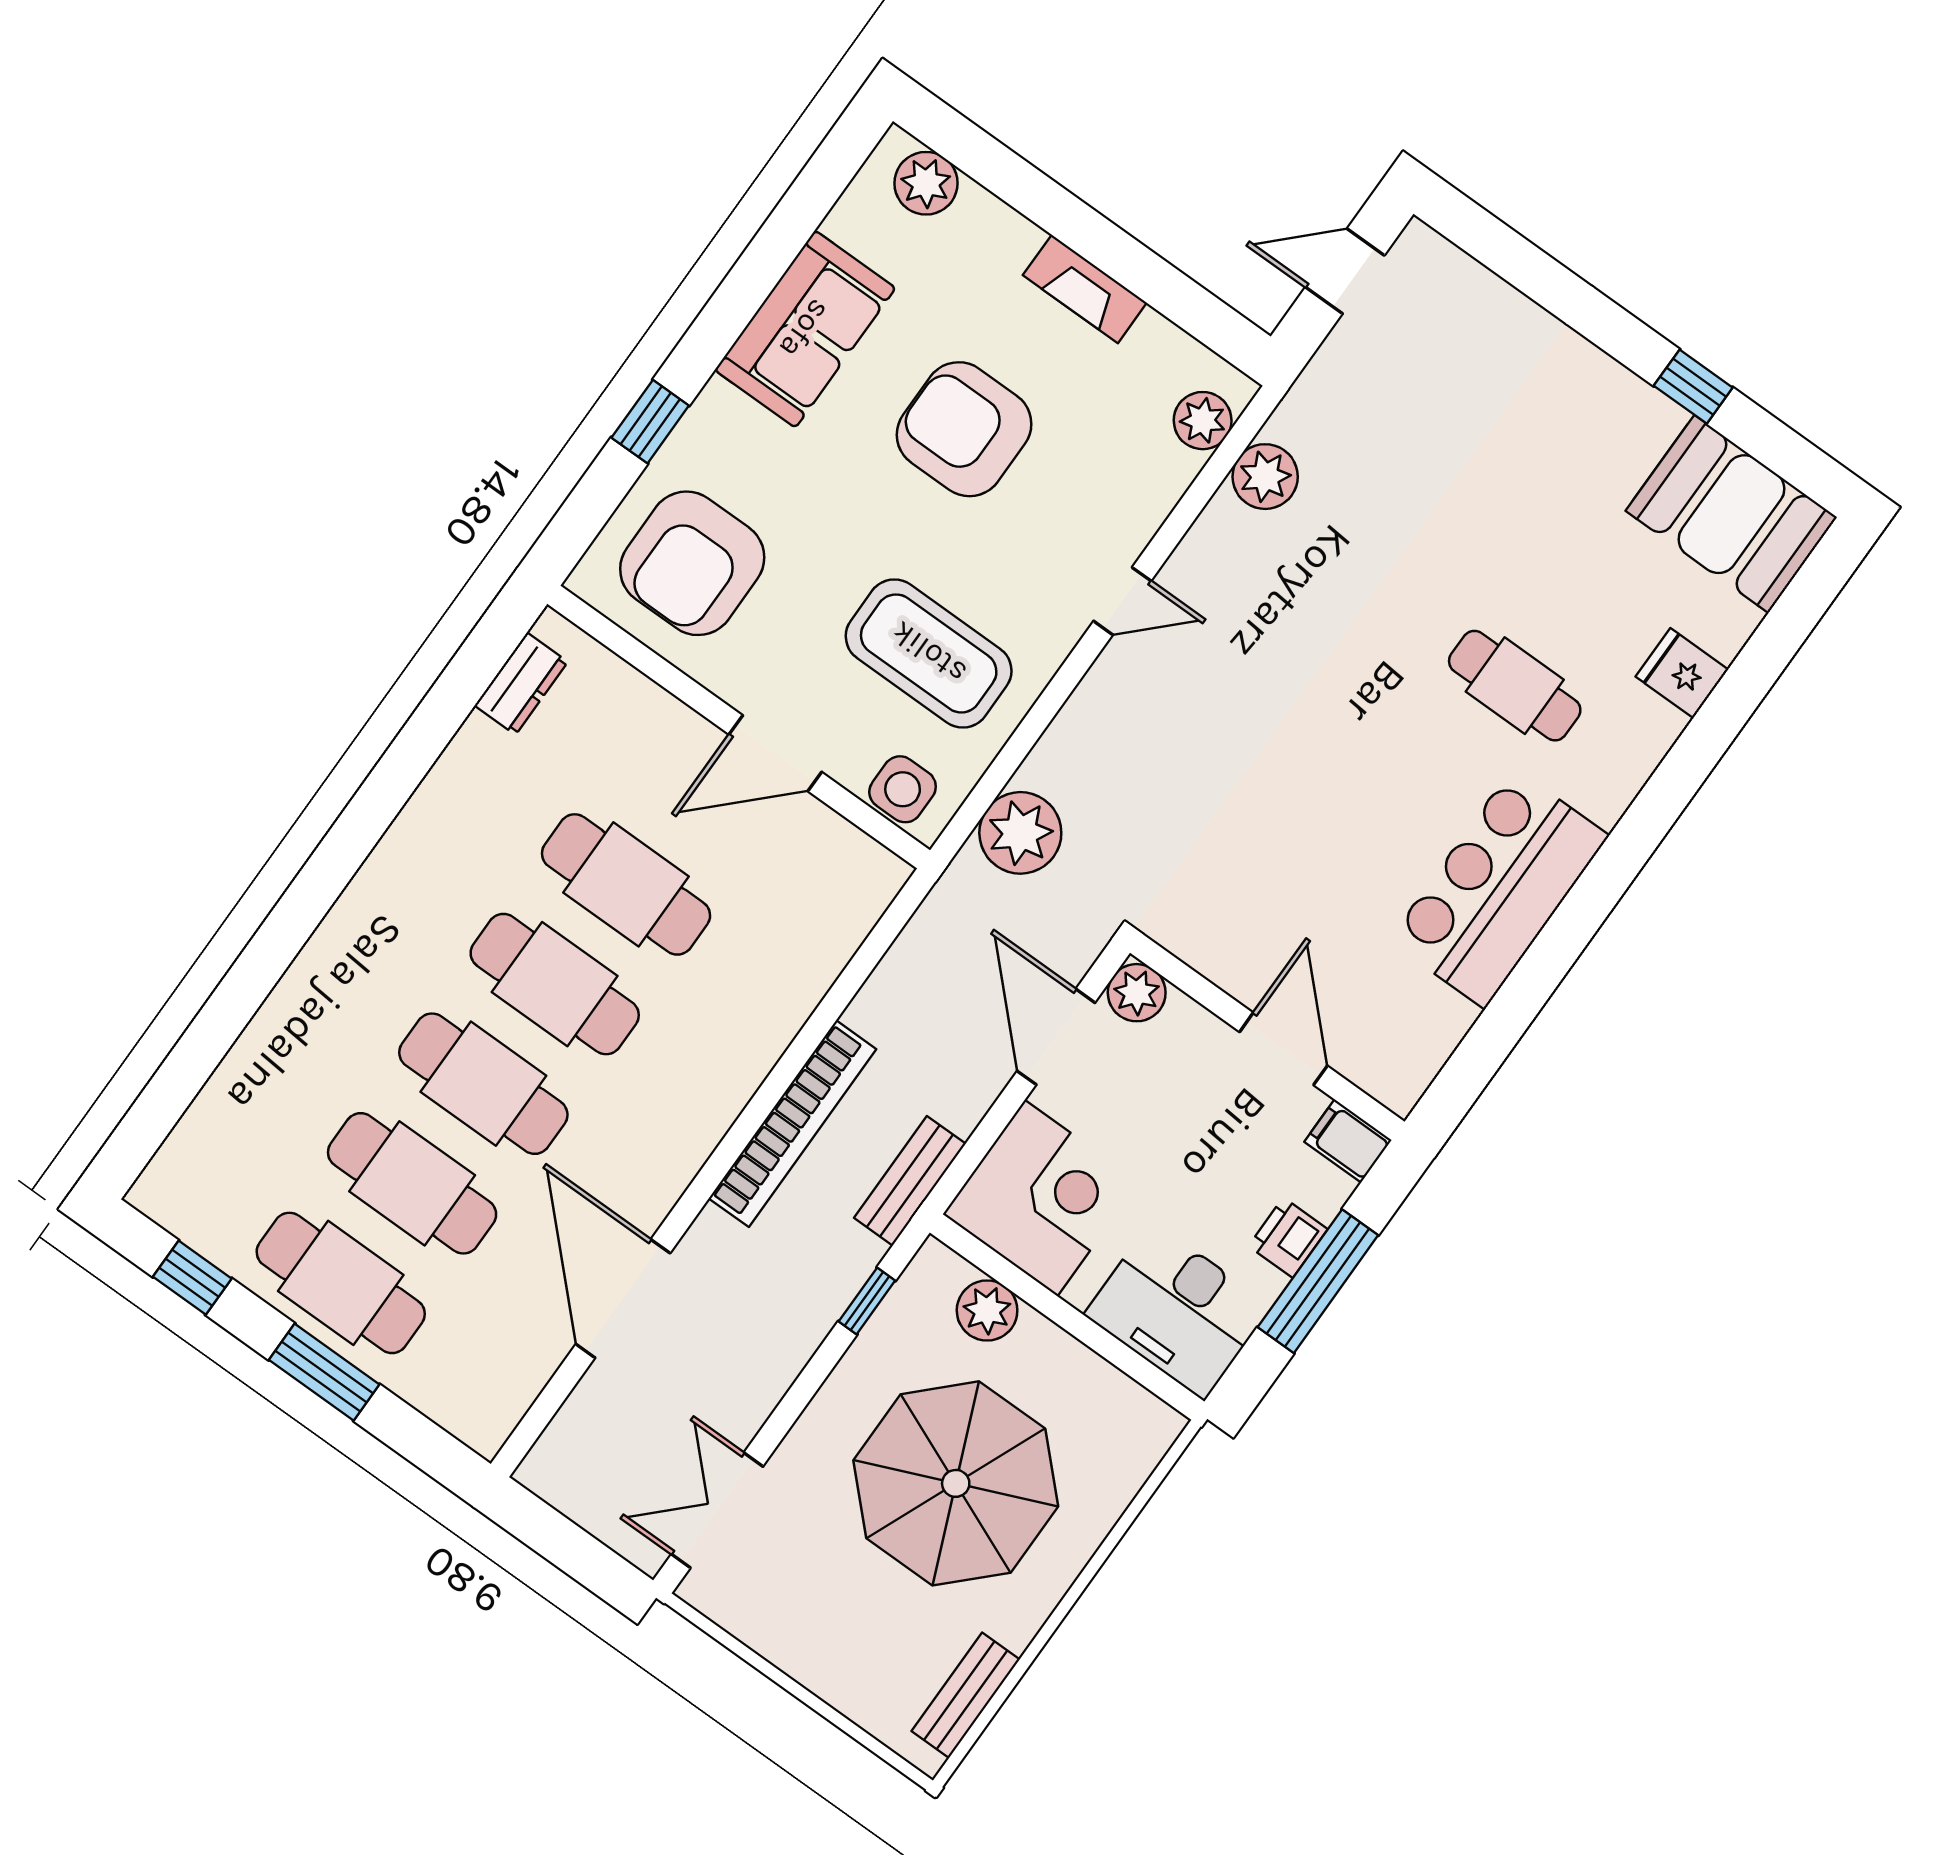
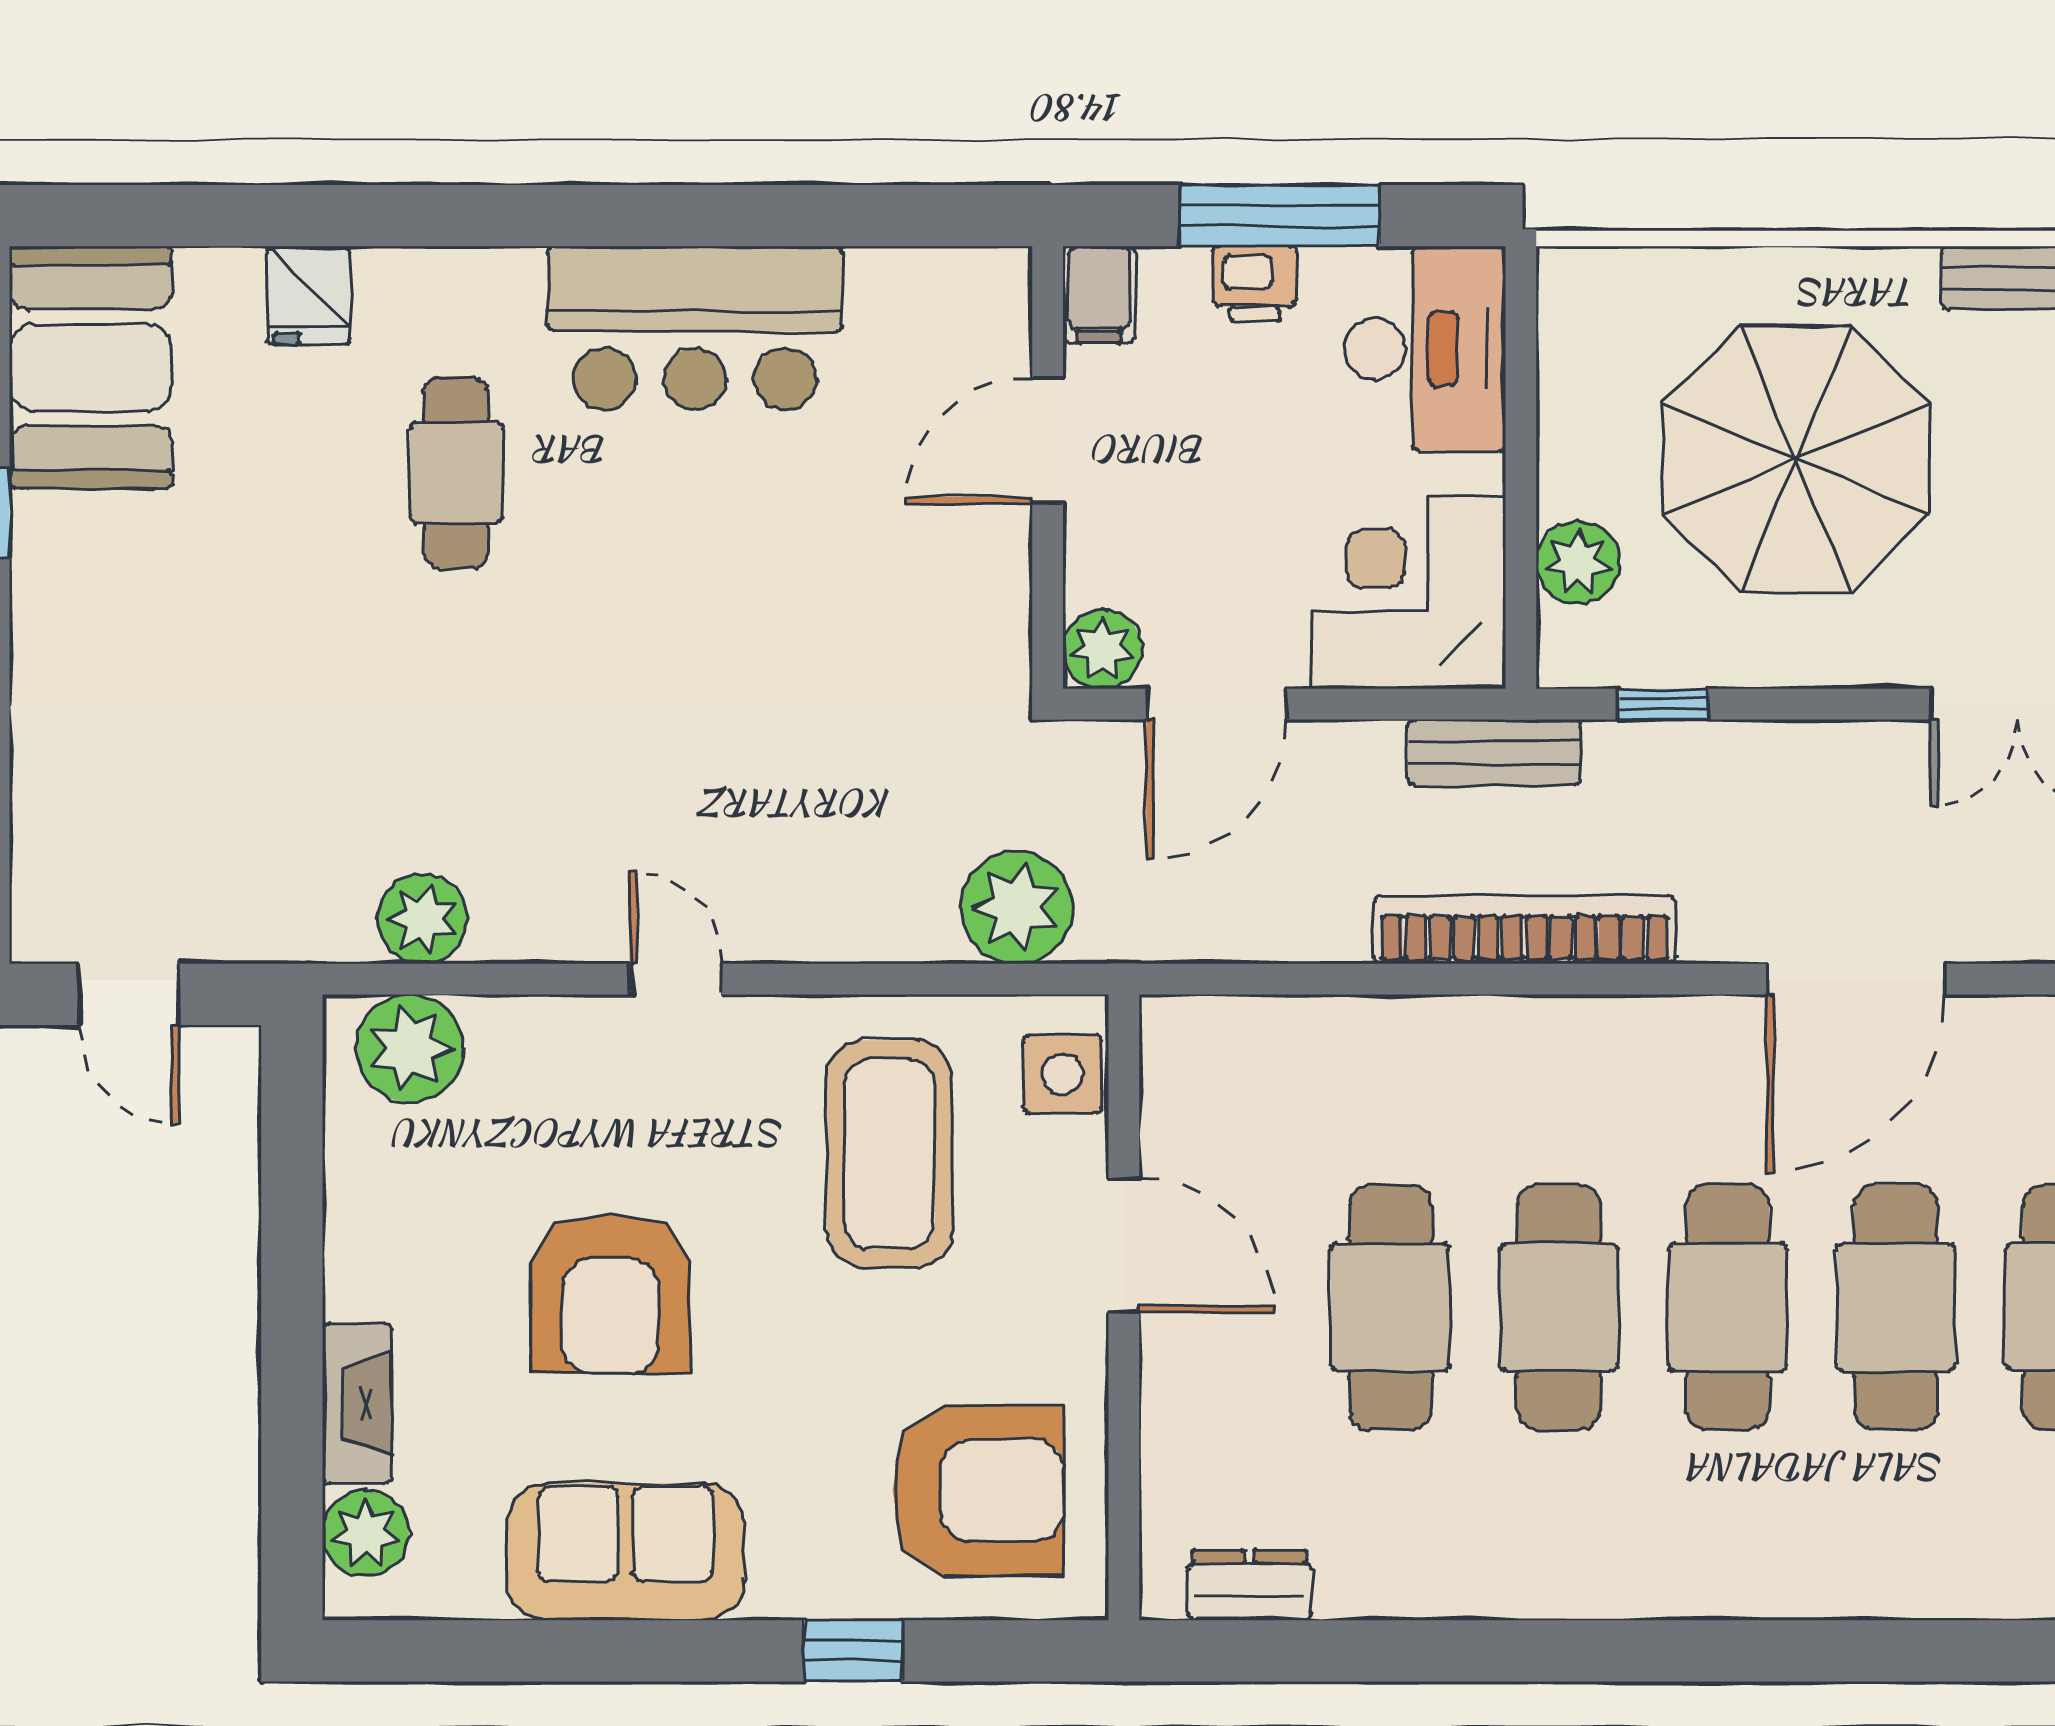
fireplace: (1085, 289) -> (357, 1403), moved
plant: (1203, 421) -> (410, 1048), width x1.36, depth x1.36

